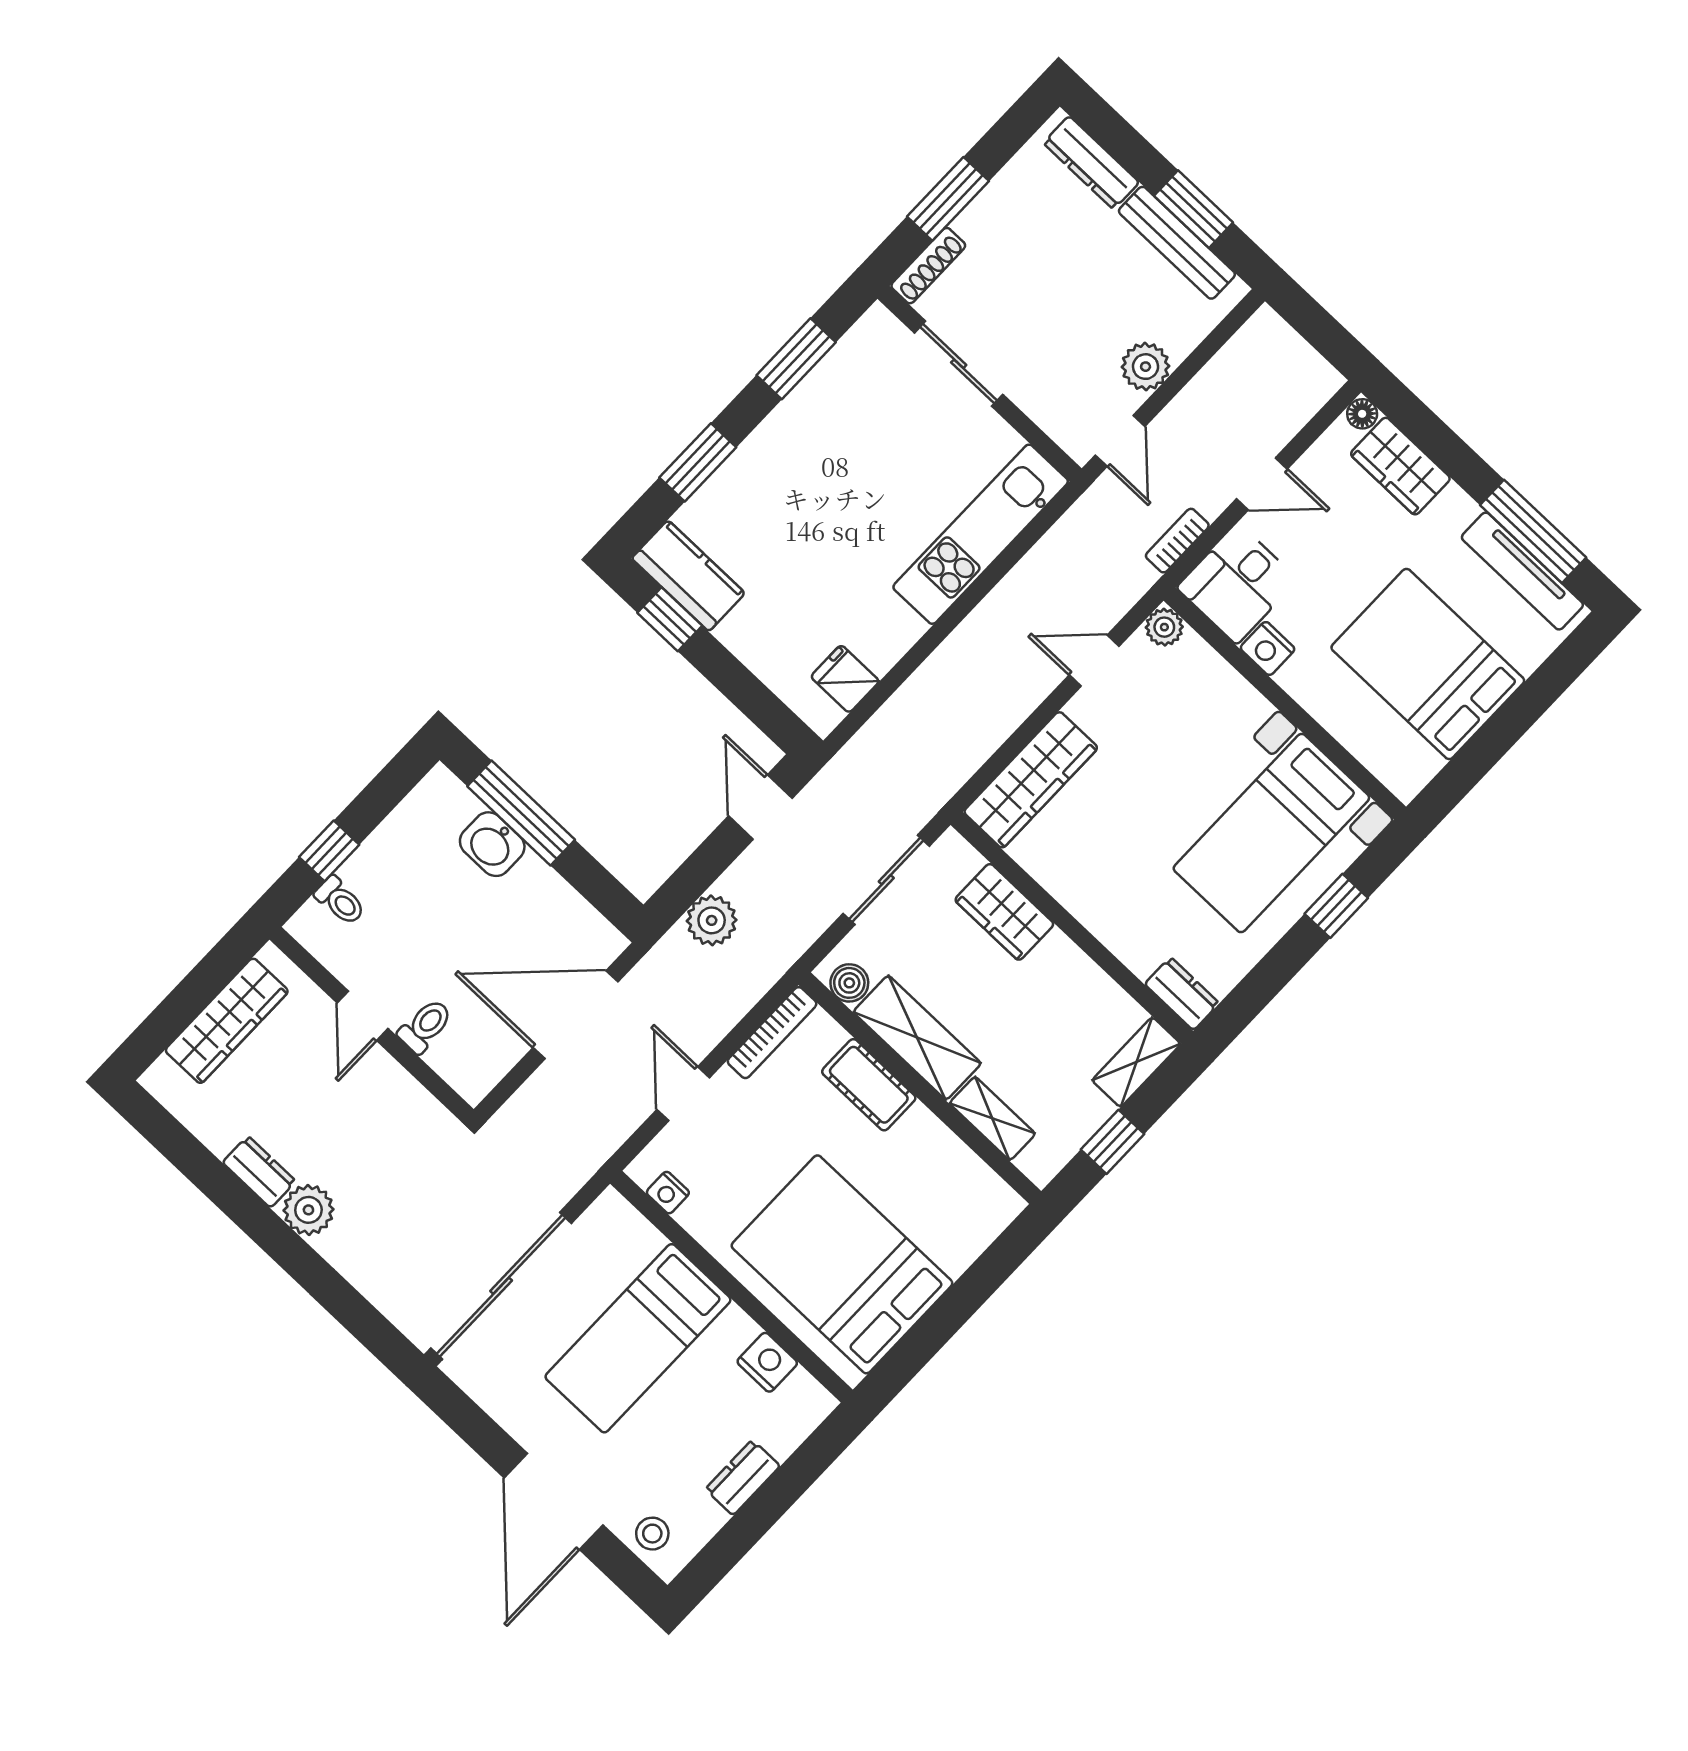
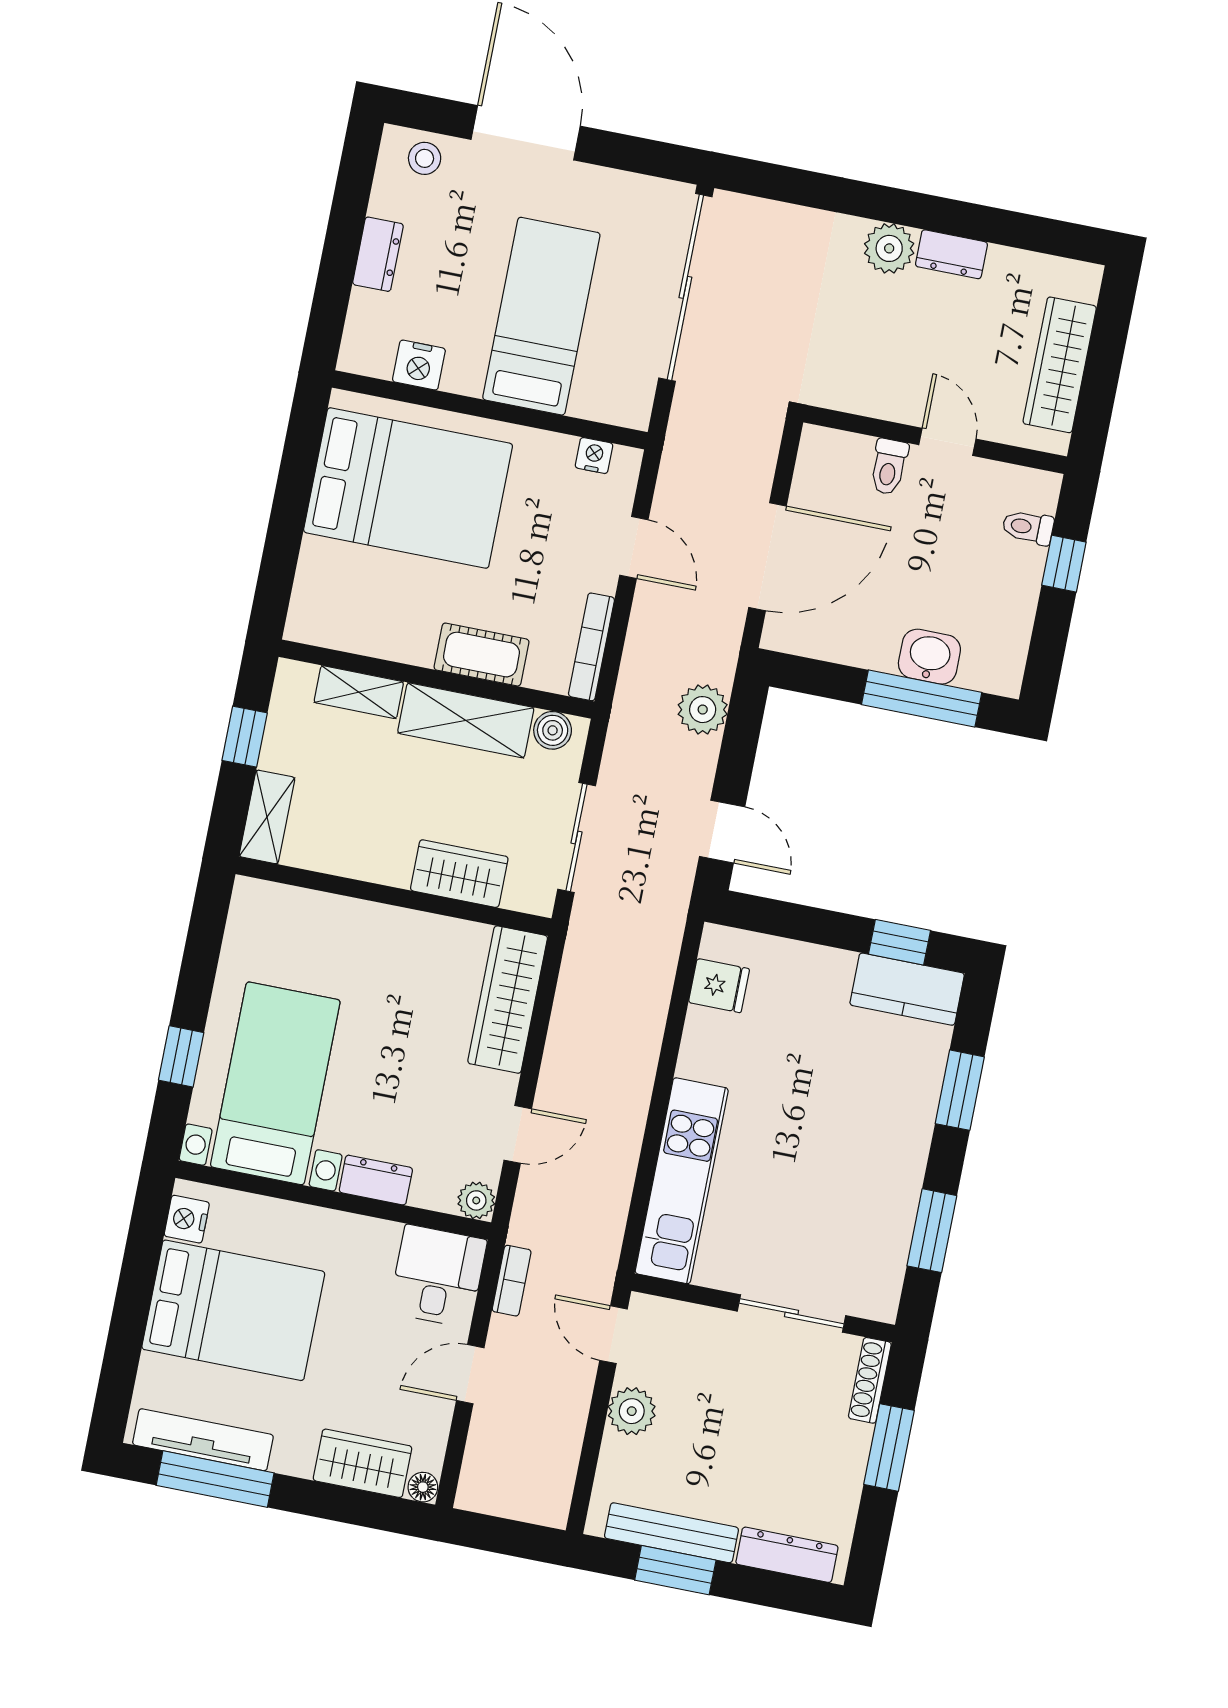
nightstand: (1268, 648) -> (187, 1219), moved, turned -90
dresser: (1182, 994) -> (376, 1180), moved, turned 180

